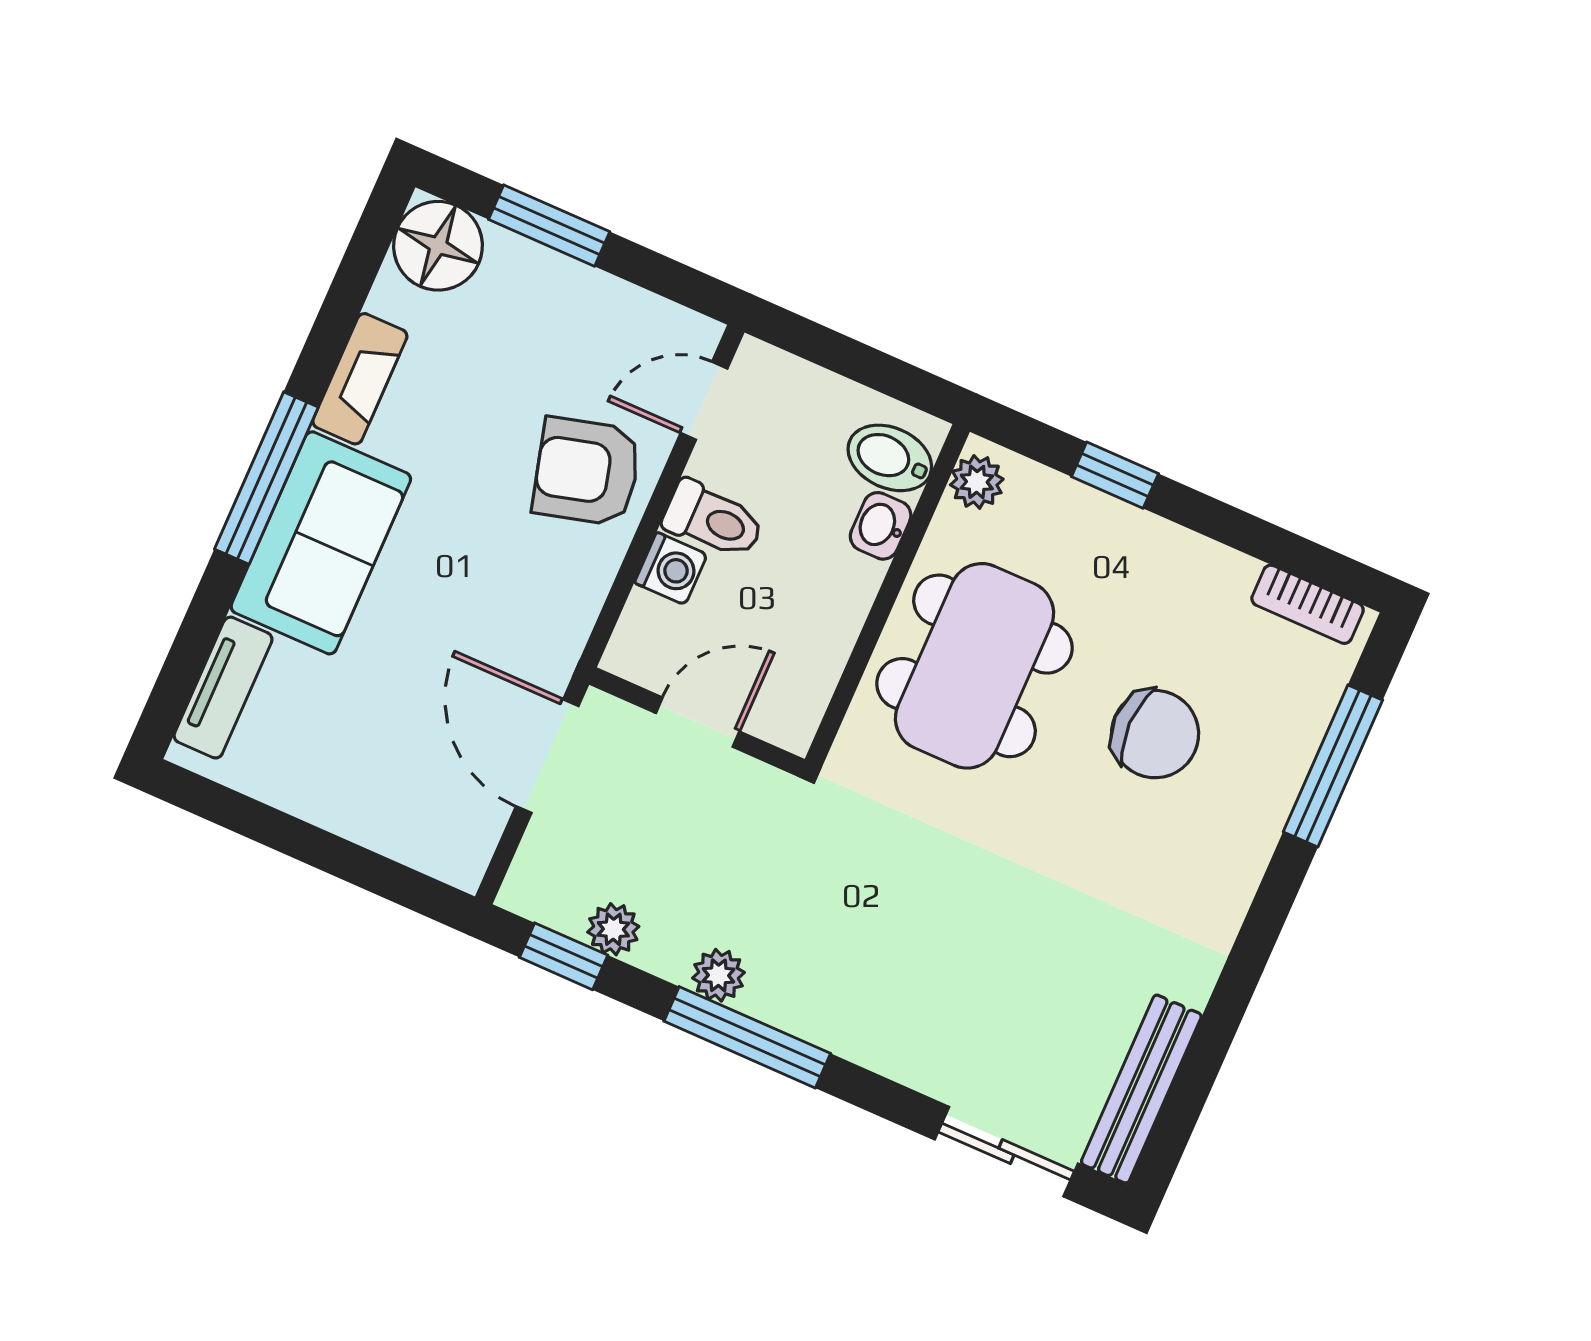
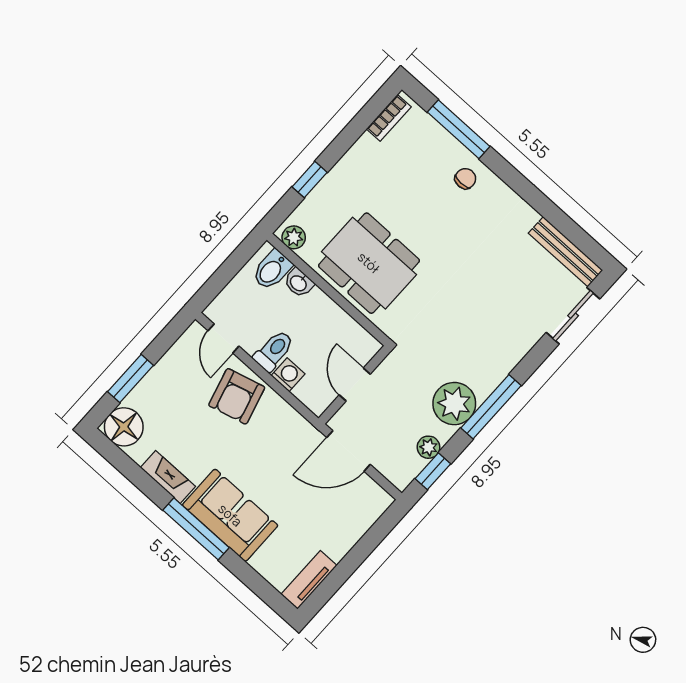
tv unit: (223, 688) -> (309, 580), moved, turned -90
chair: (1155, 734) -> (465, 179), moved, width x0.54, depth x0.54
plant: (718, 975) -> (454, 404), width x1.88, depth x1.88

